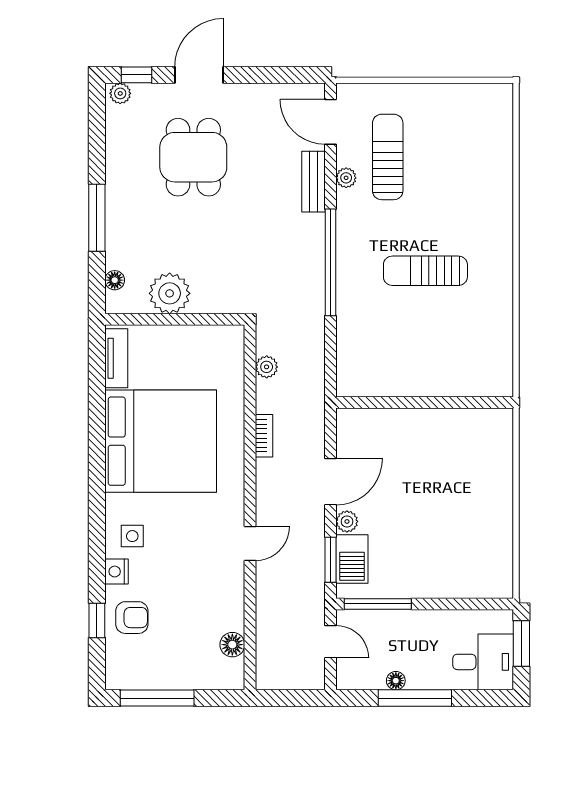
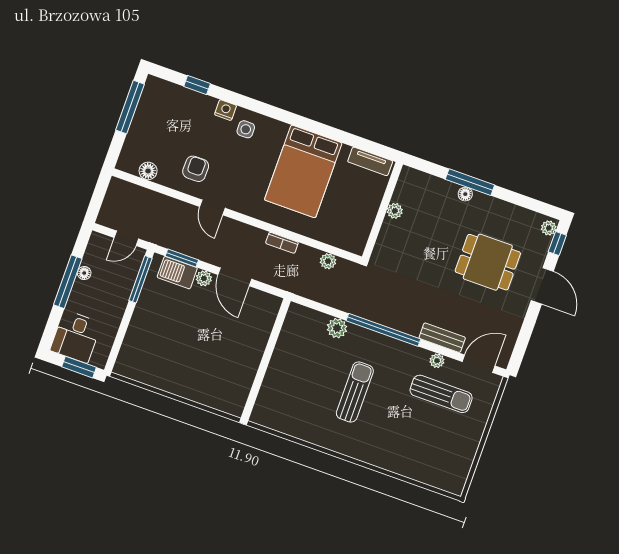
floor lamp: (115, 280) -> (465, 194), moved
plant: (170, 293) -> (395, 211), width x0.53, depth x0.53
plant: (350, 324) -> (337, 328), added
bed: (161, 441) -> (303, 171), width x0.73
armchair: (132, 618) -> (196, 169), moved, turned 180

